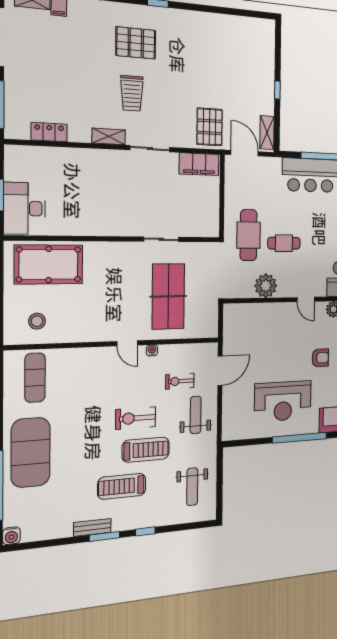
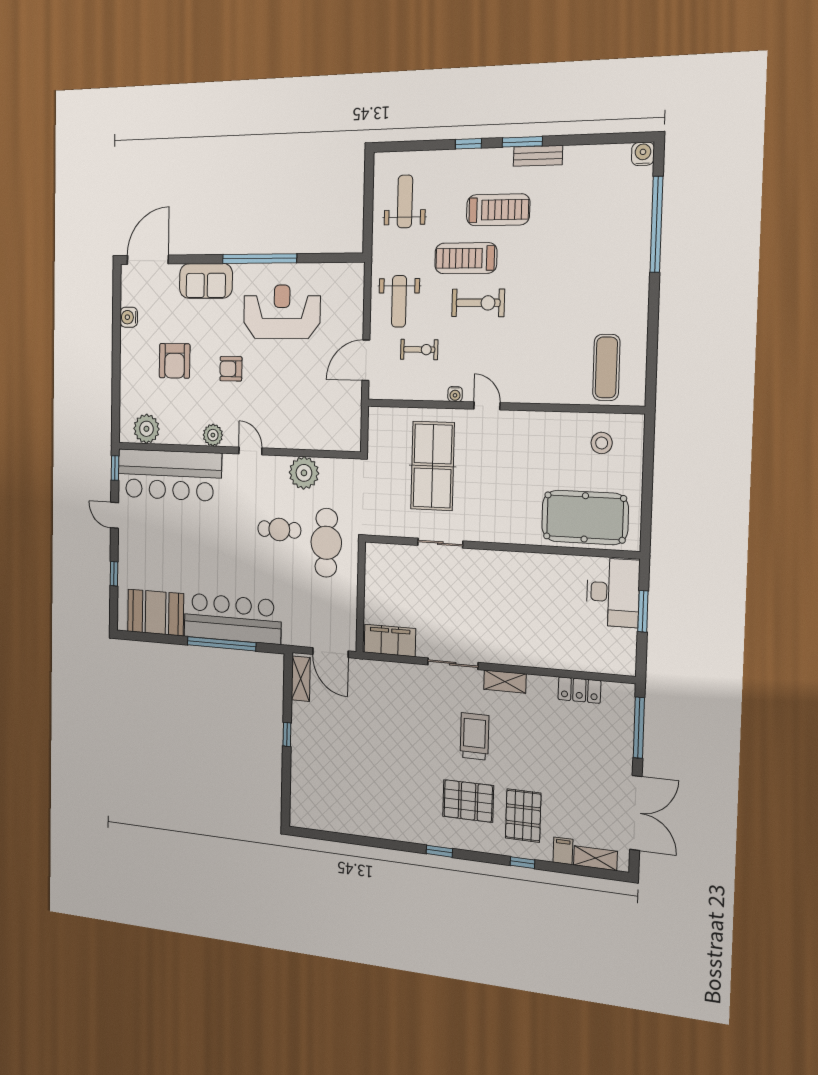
pallet: (210, 127) -> (523, 816), moved
exercise mat: (31, 452) -> (615, 266), removed

